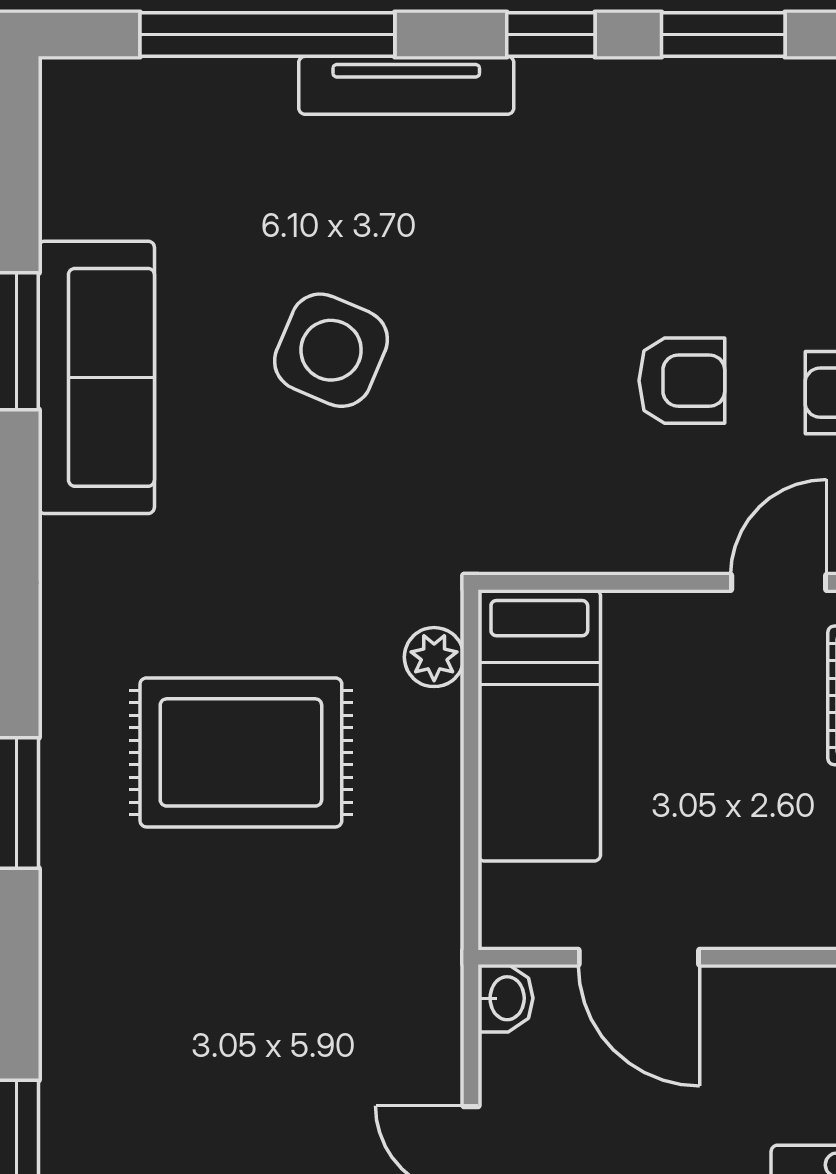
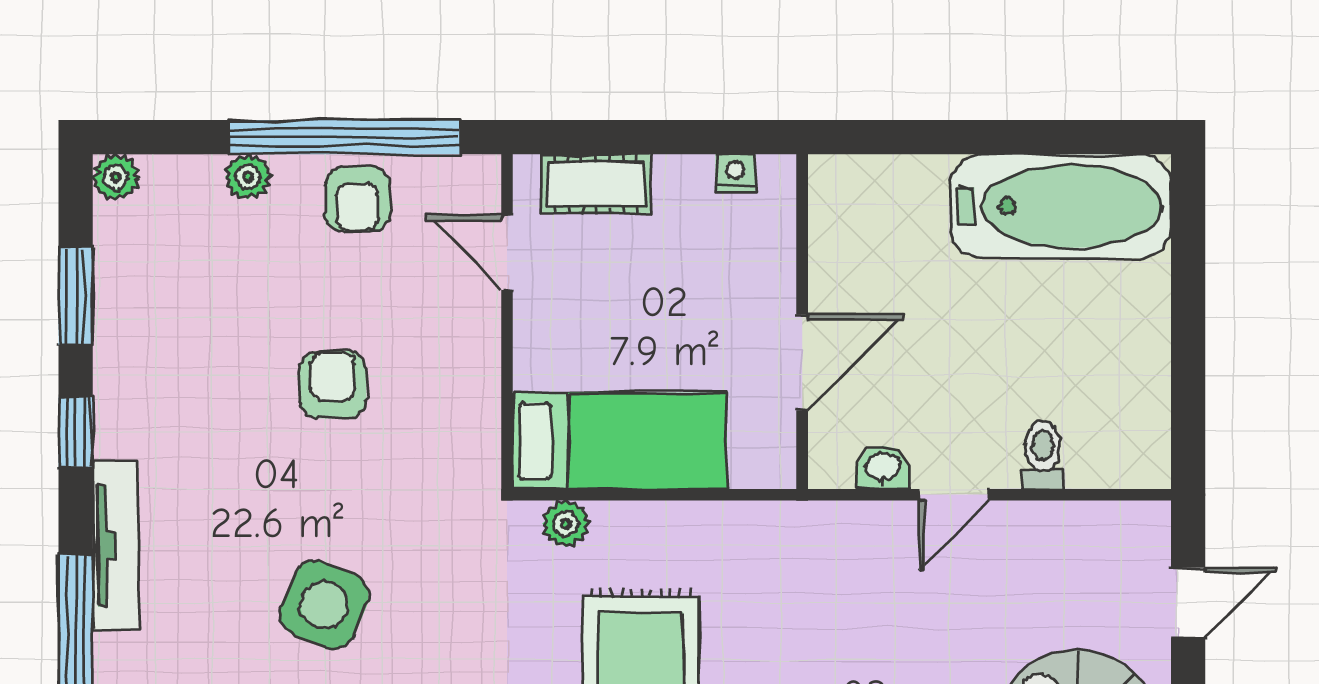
armchair: (682, 381) -> (333, 385), moved
washbasin: (505, 998) -> (883, 468), moved

